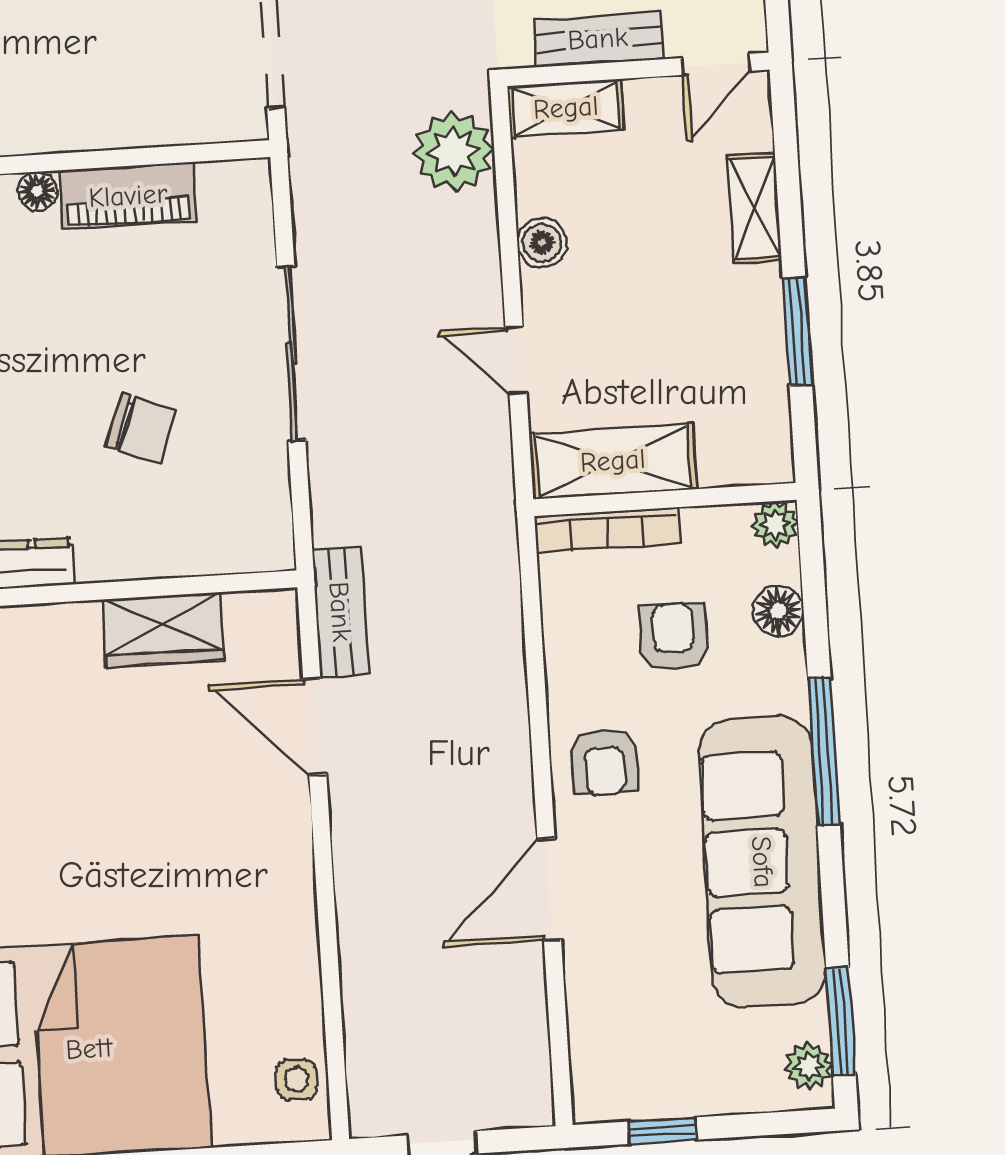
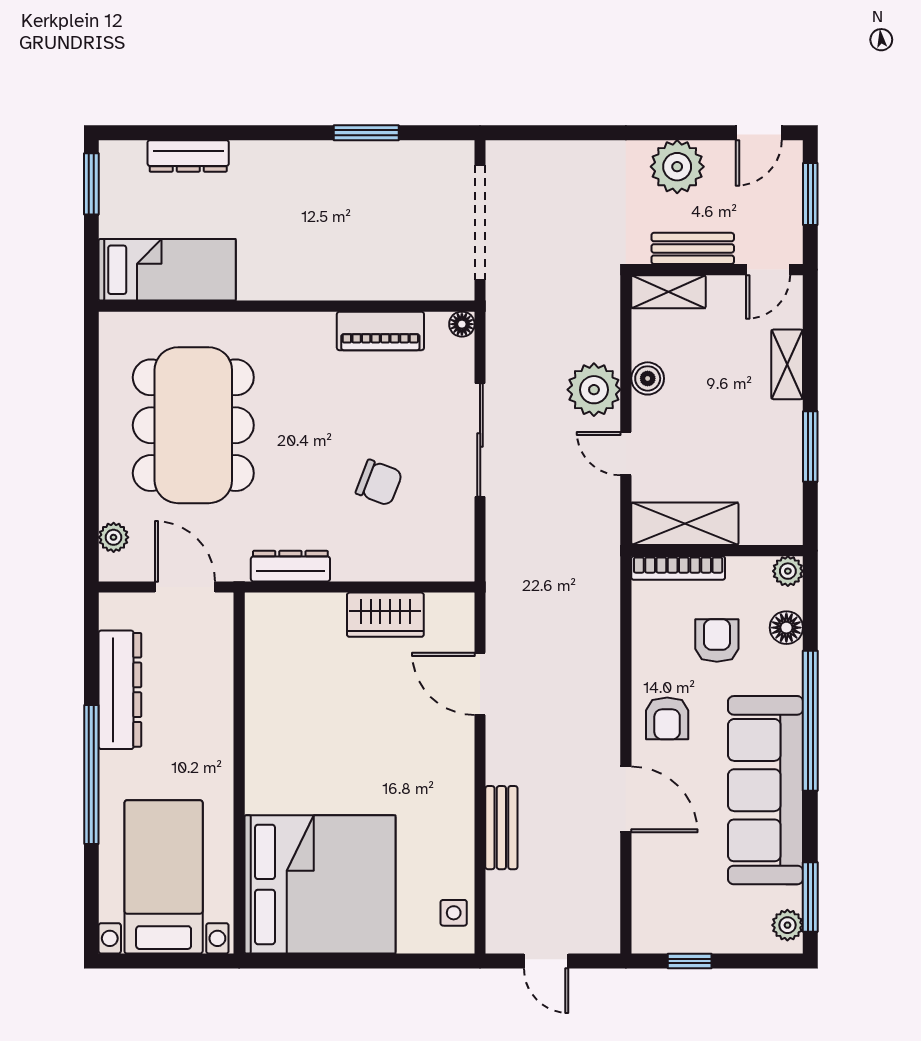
plant: (454, 151) -> (594, 390), moved
floor lamp: (37, 191) -> (462, 324), moved
bench: (340, 612) -> (501, 828), moved
window: (824, 751) -> (810, 721), width x1.46
door: (549, 889) -> (626, 799), swing flipped

